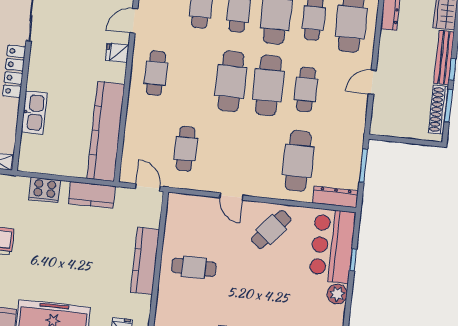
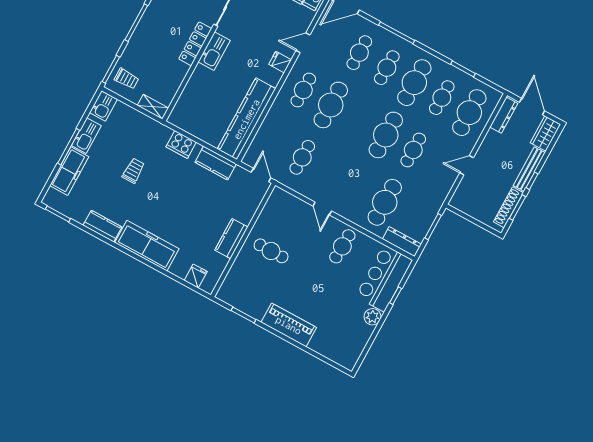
cafe table: (231, 81) -> (331, 105), moved
kitchen sink: (34, 112) -> (214, 51), moved
cafe table: (271, 229) -> (342, 246), turned -38
kitchen counter: (145, 261) -> (231, 239), width x0.67

